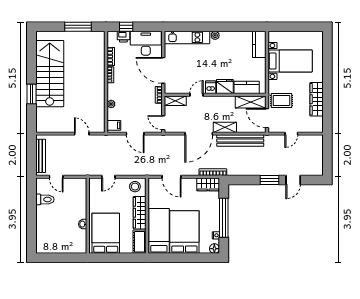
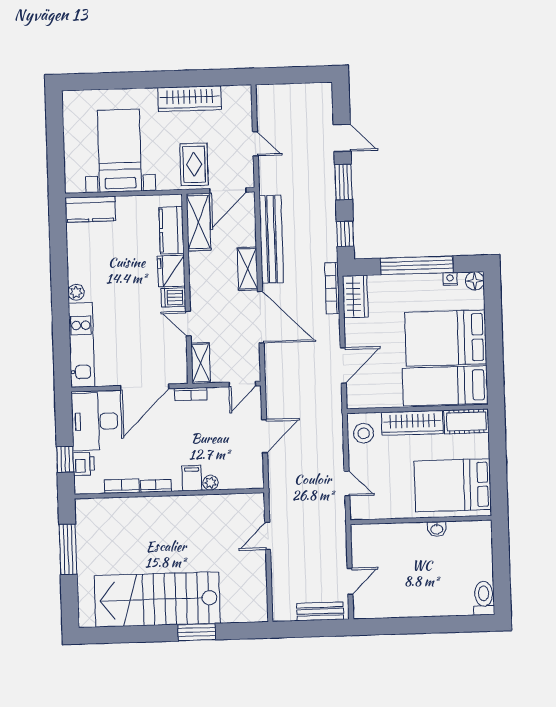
filing cabinet: (114, 125) -> (192, 478), moved
bench: (41, 156) -> (320, 611), width x0.73
window: (242, 180) -> (345, 234), added
toilet: (45, 199) -> (484, 598), moved

